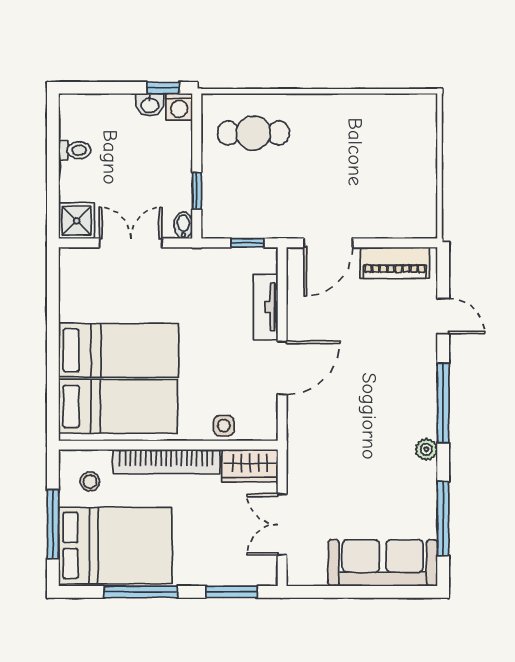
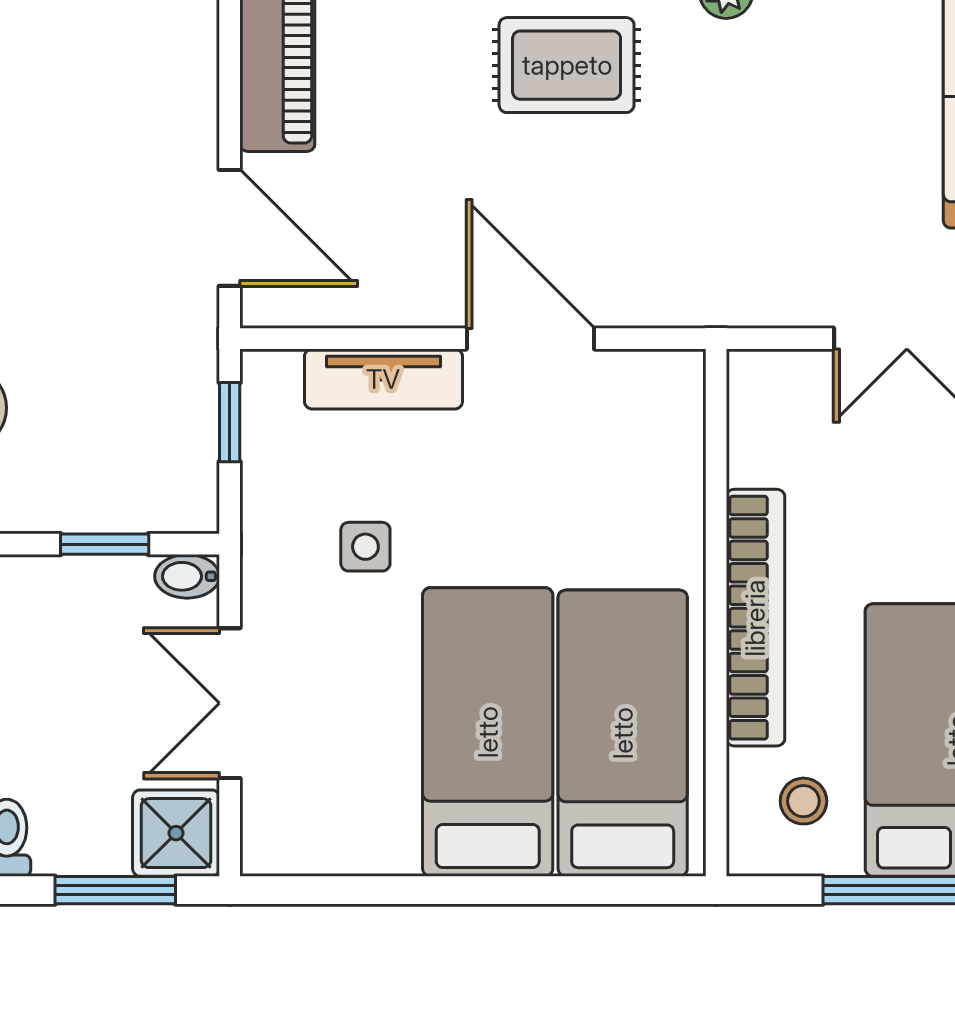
window: (53, 195) -> (115, 890), added
rug: (396, 383) -> (567, 65), added
side table: (224, 426) -> (365, 547), moved
wardrobe: (250, 466) -> (765, 416), removed

